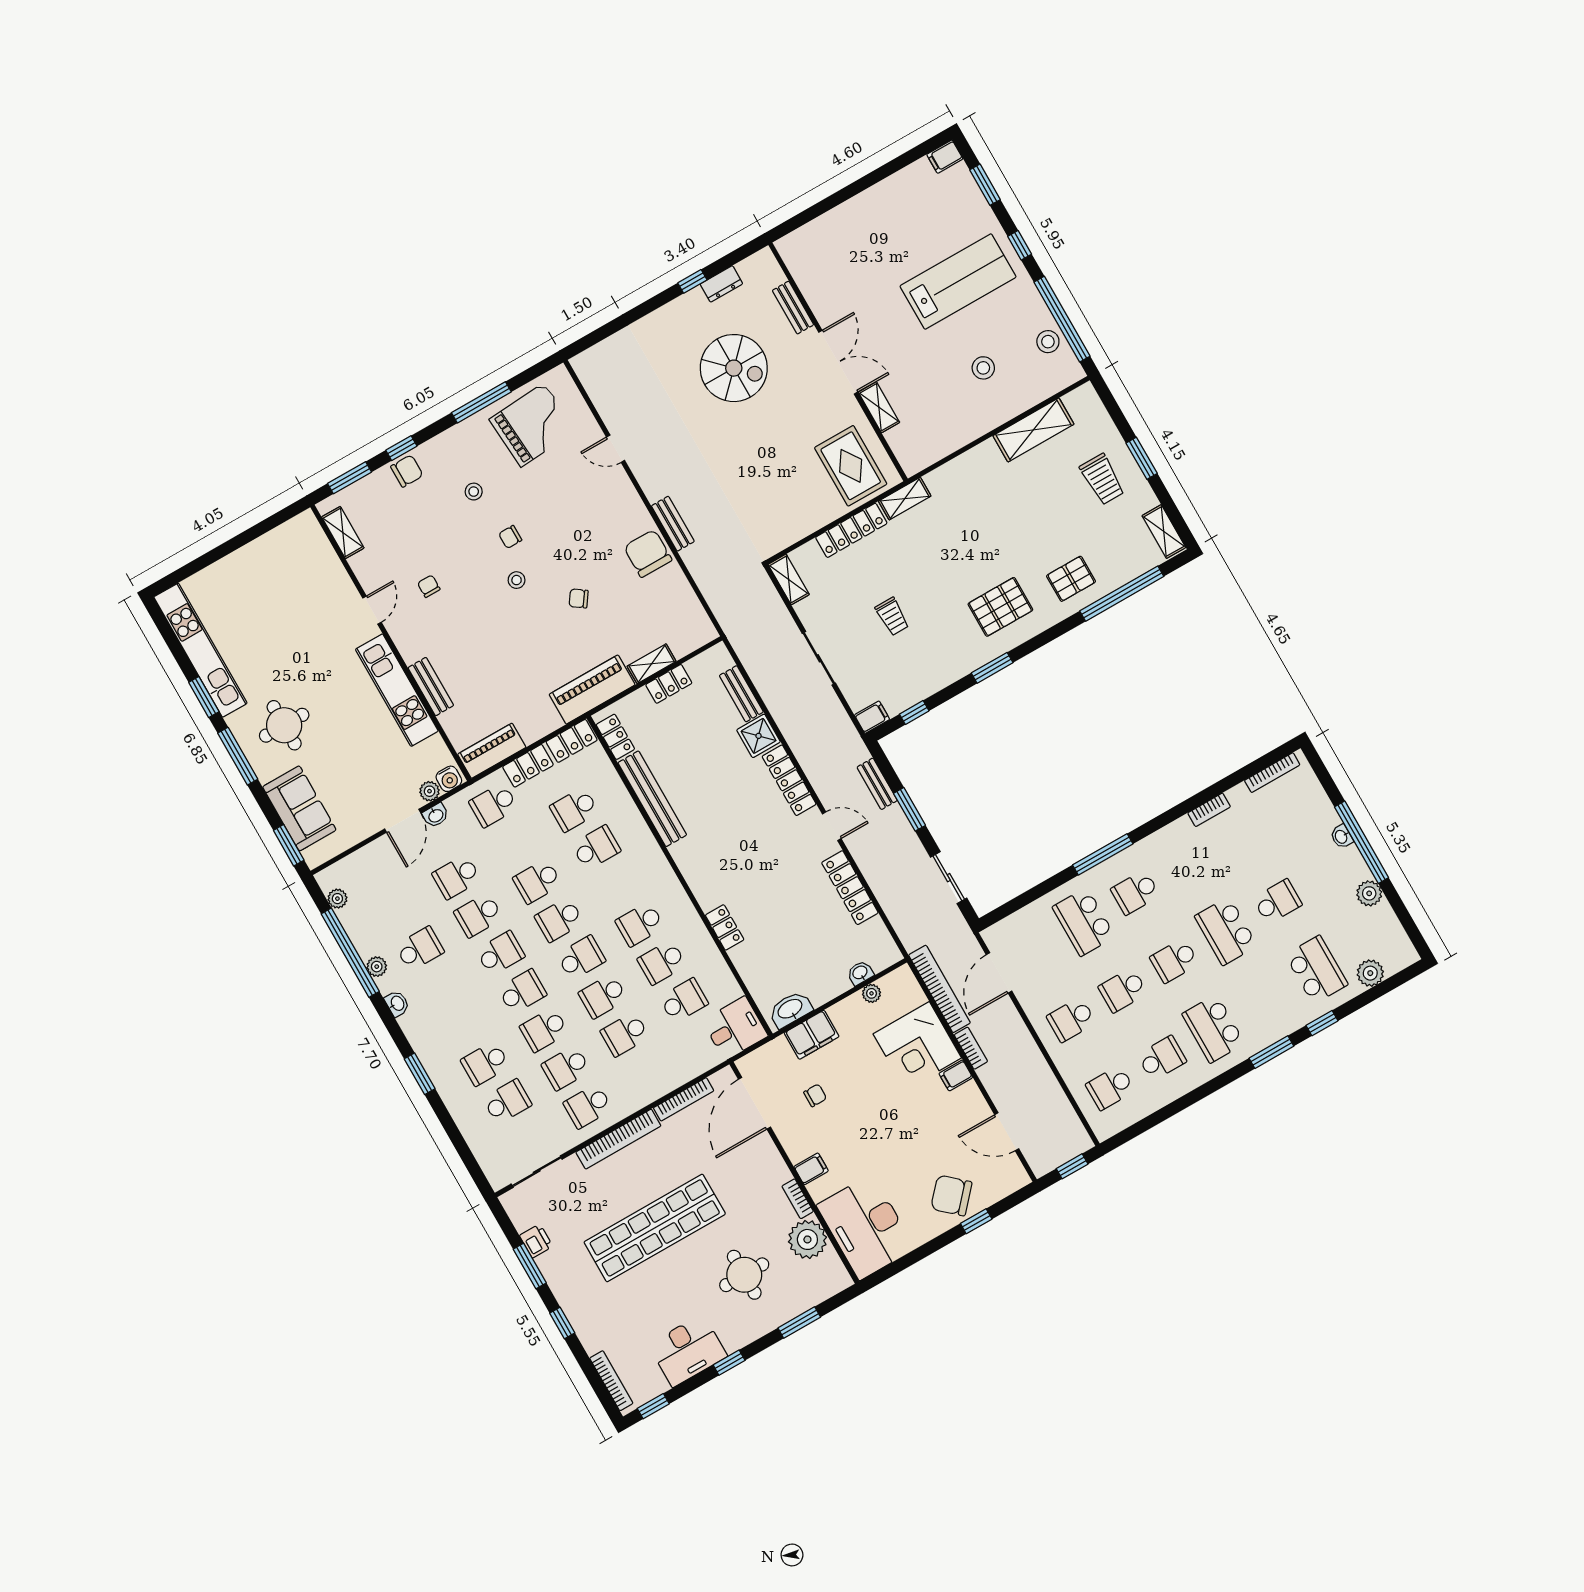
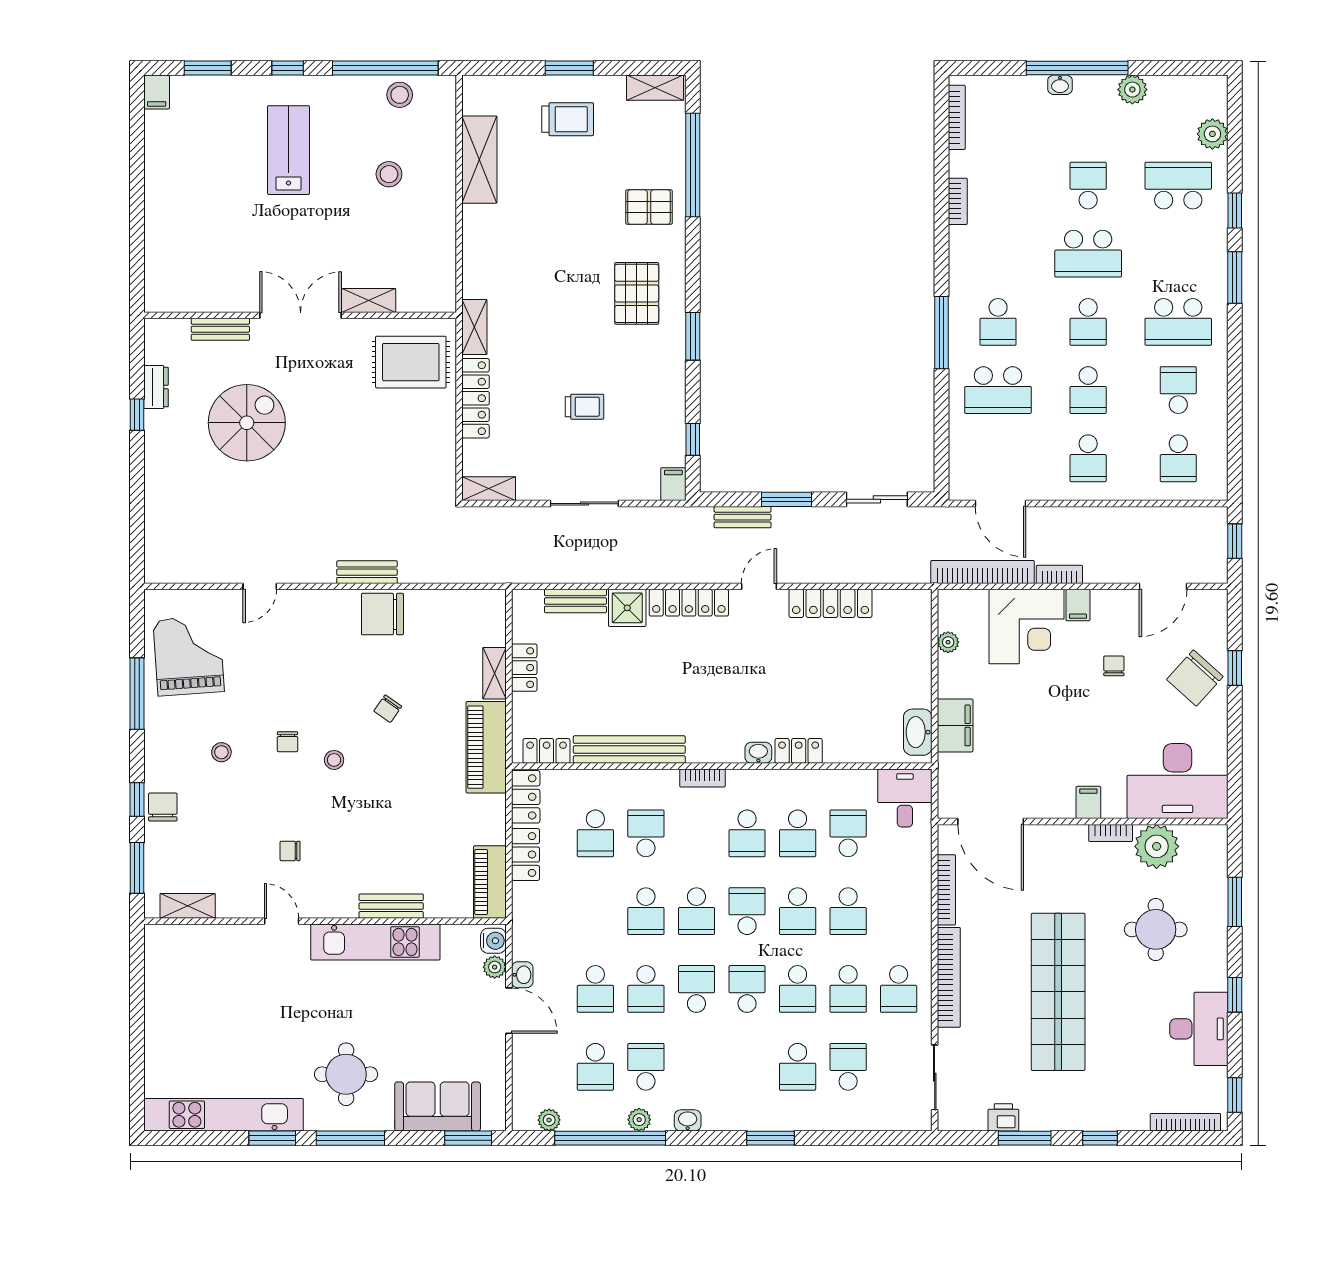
lab bench: (958, 281) -> (289, 150), width x0.73, depth x0.72
pallet: (1071, 579) -> (649, 207), turned 90
school desk: (494, 805) -> (595, 1067), moved
bookcase: (662, 866) -> (702, 778), added
washbasin: (860, 973) -> (758, 753), moved, turned 90
chair: (815, 1095) -> (1114, 666), moved

